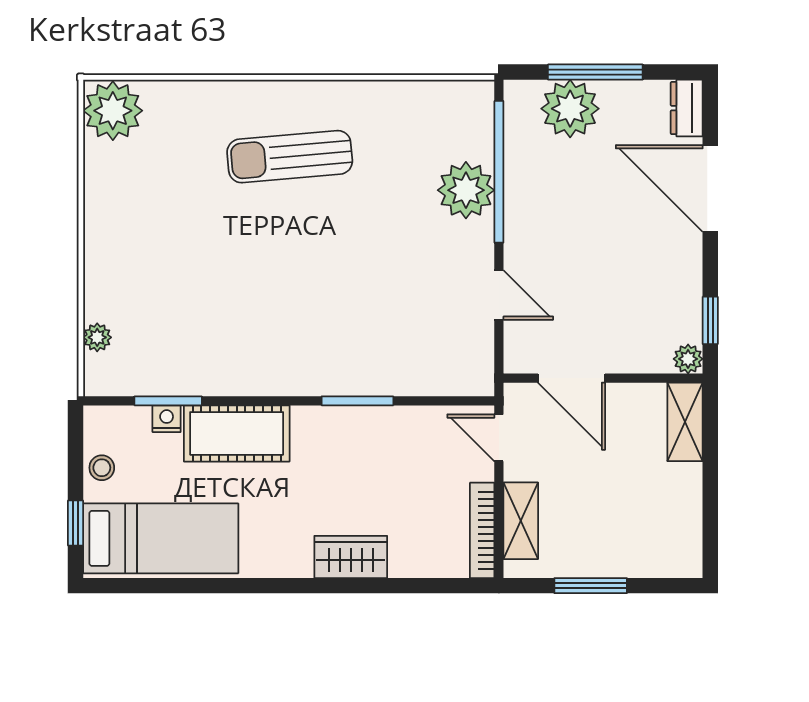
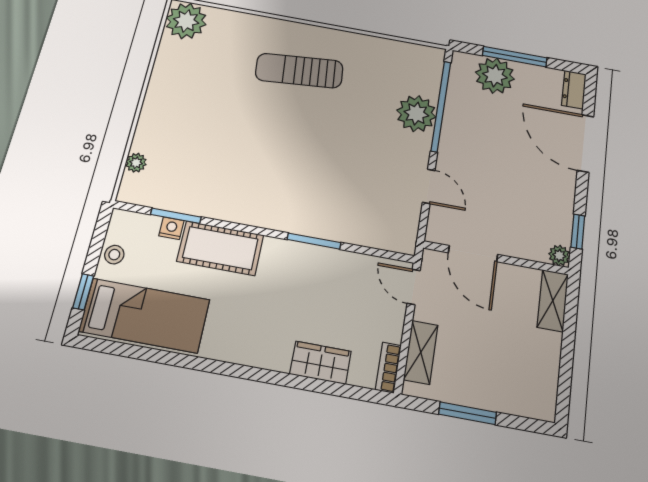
bookcase: (482, 530) -> (388, 368), width x0.64
wardrobe: (351, 557) -> (320, 363), moved

